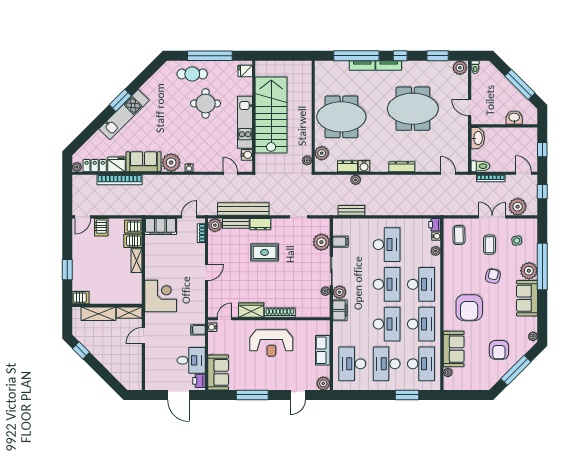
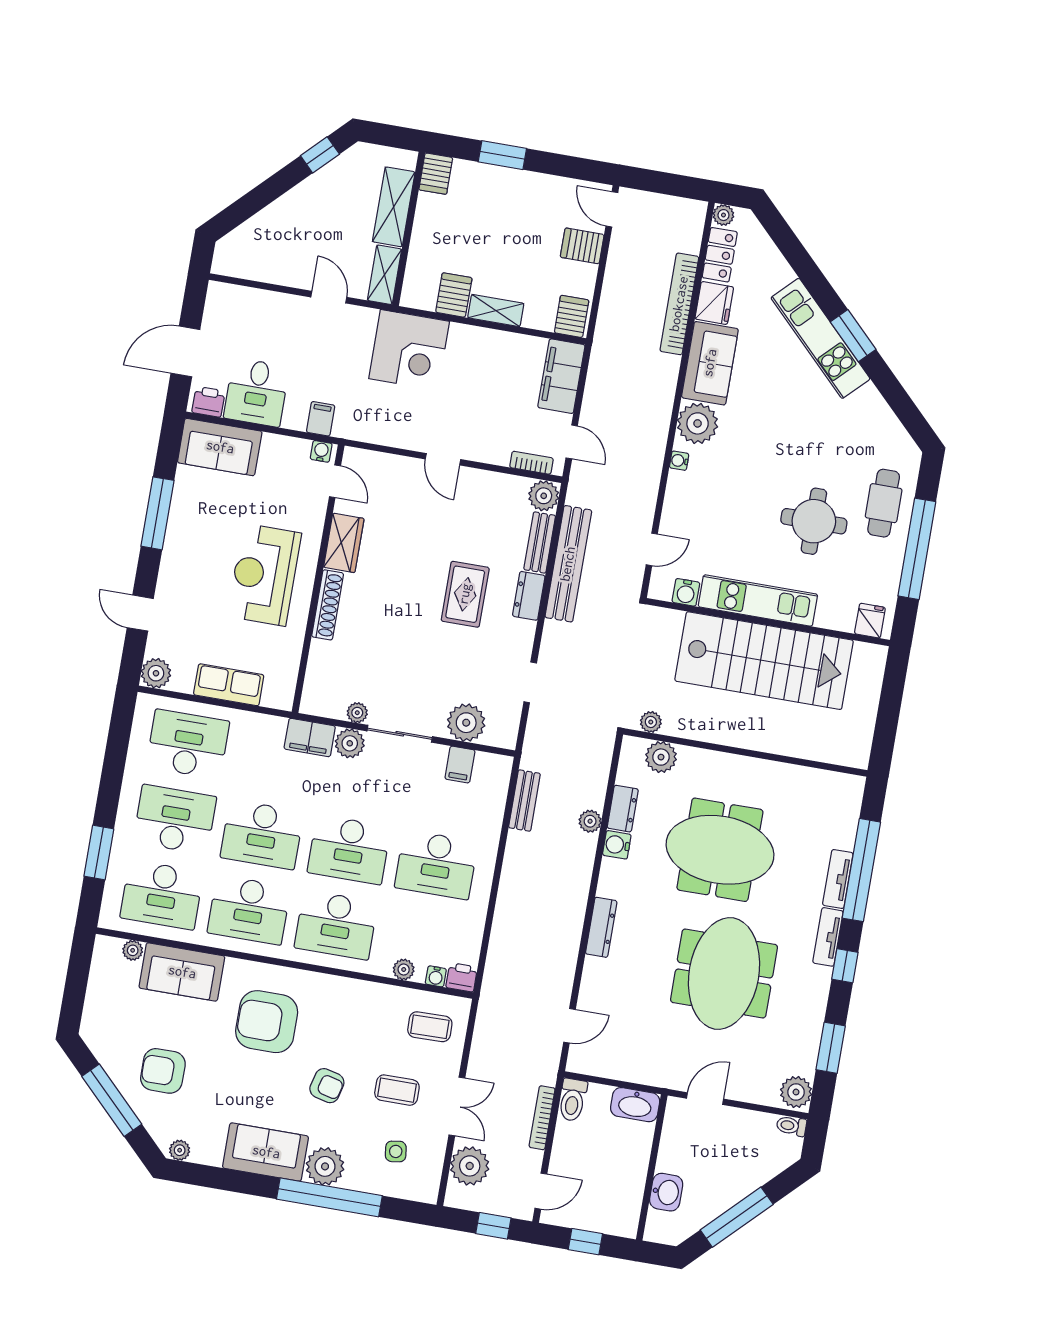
meeting table: (341, 117) -> (720, 850), moved, turned 90
server rack: (133, 241) -> (454, 295), moved

